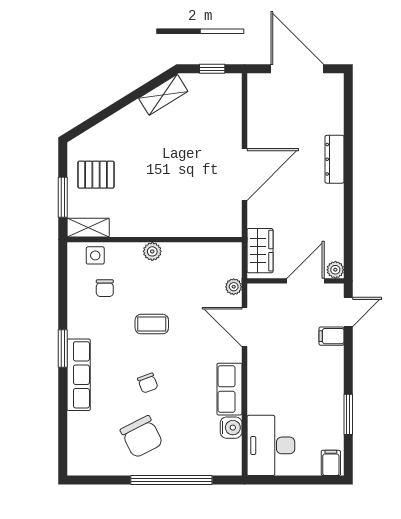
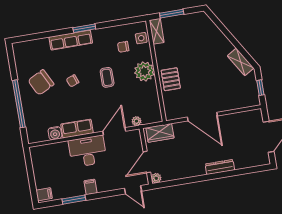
pallet: (96, 175) -> (171, 79), moved
plant: (152, 251) -> (144, 71), width x1.88, depth x1.88
door: (305, 281) -> (147, 162), swing flipped
filing cabinet: (332, 336) -> (90, 187), moved
desk: (271, 445) -> (88, 151), moved

